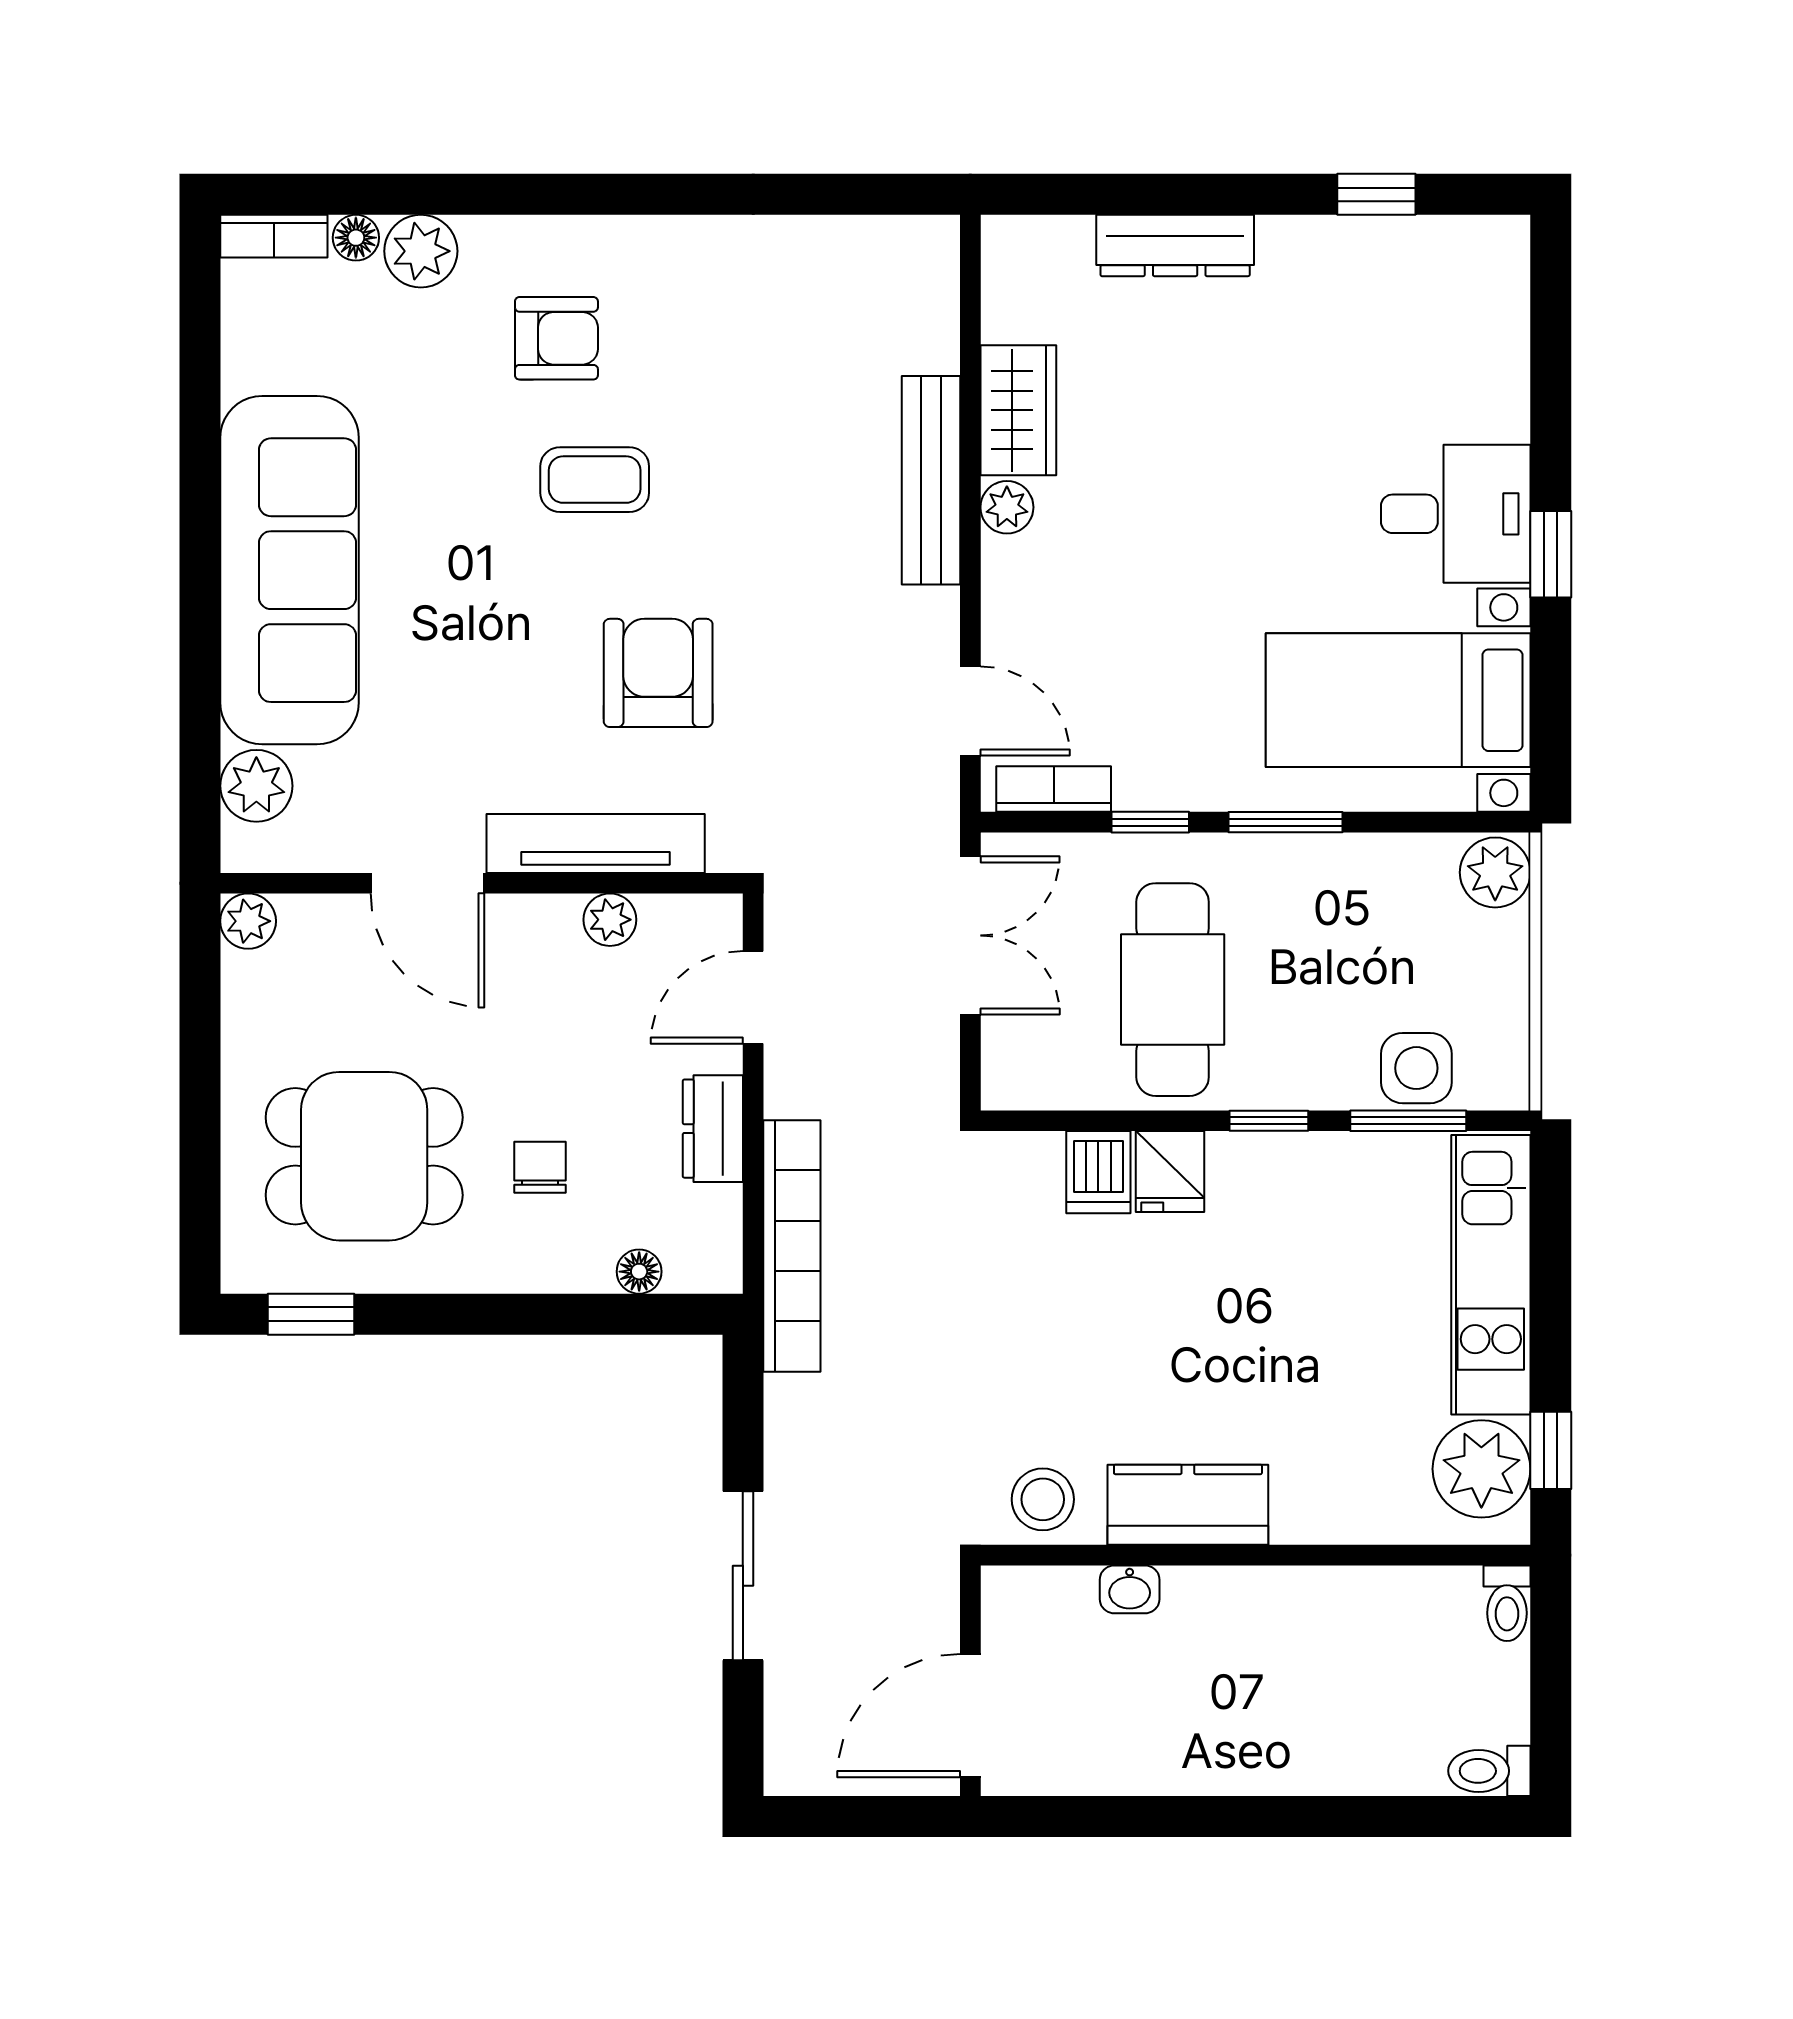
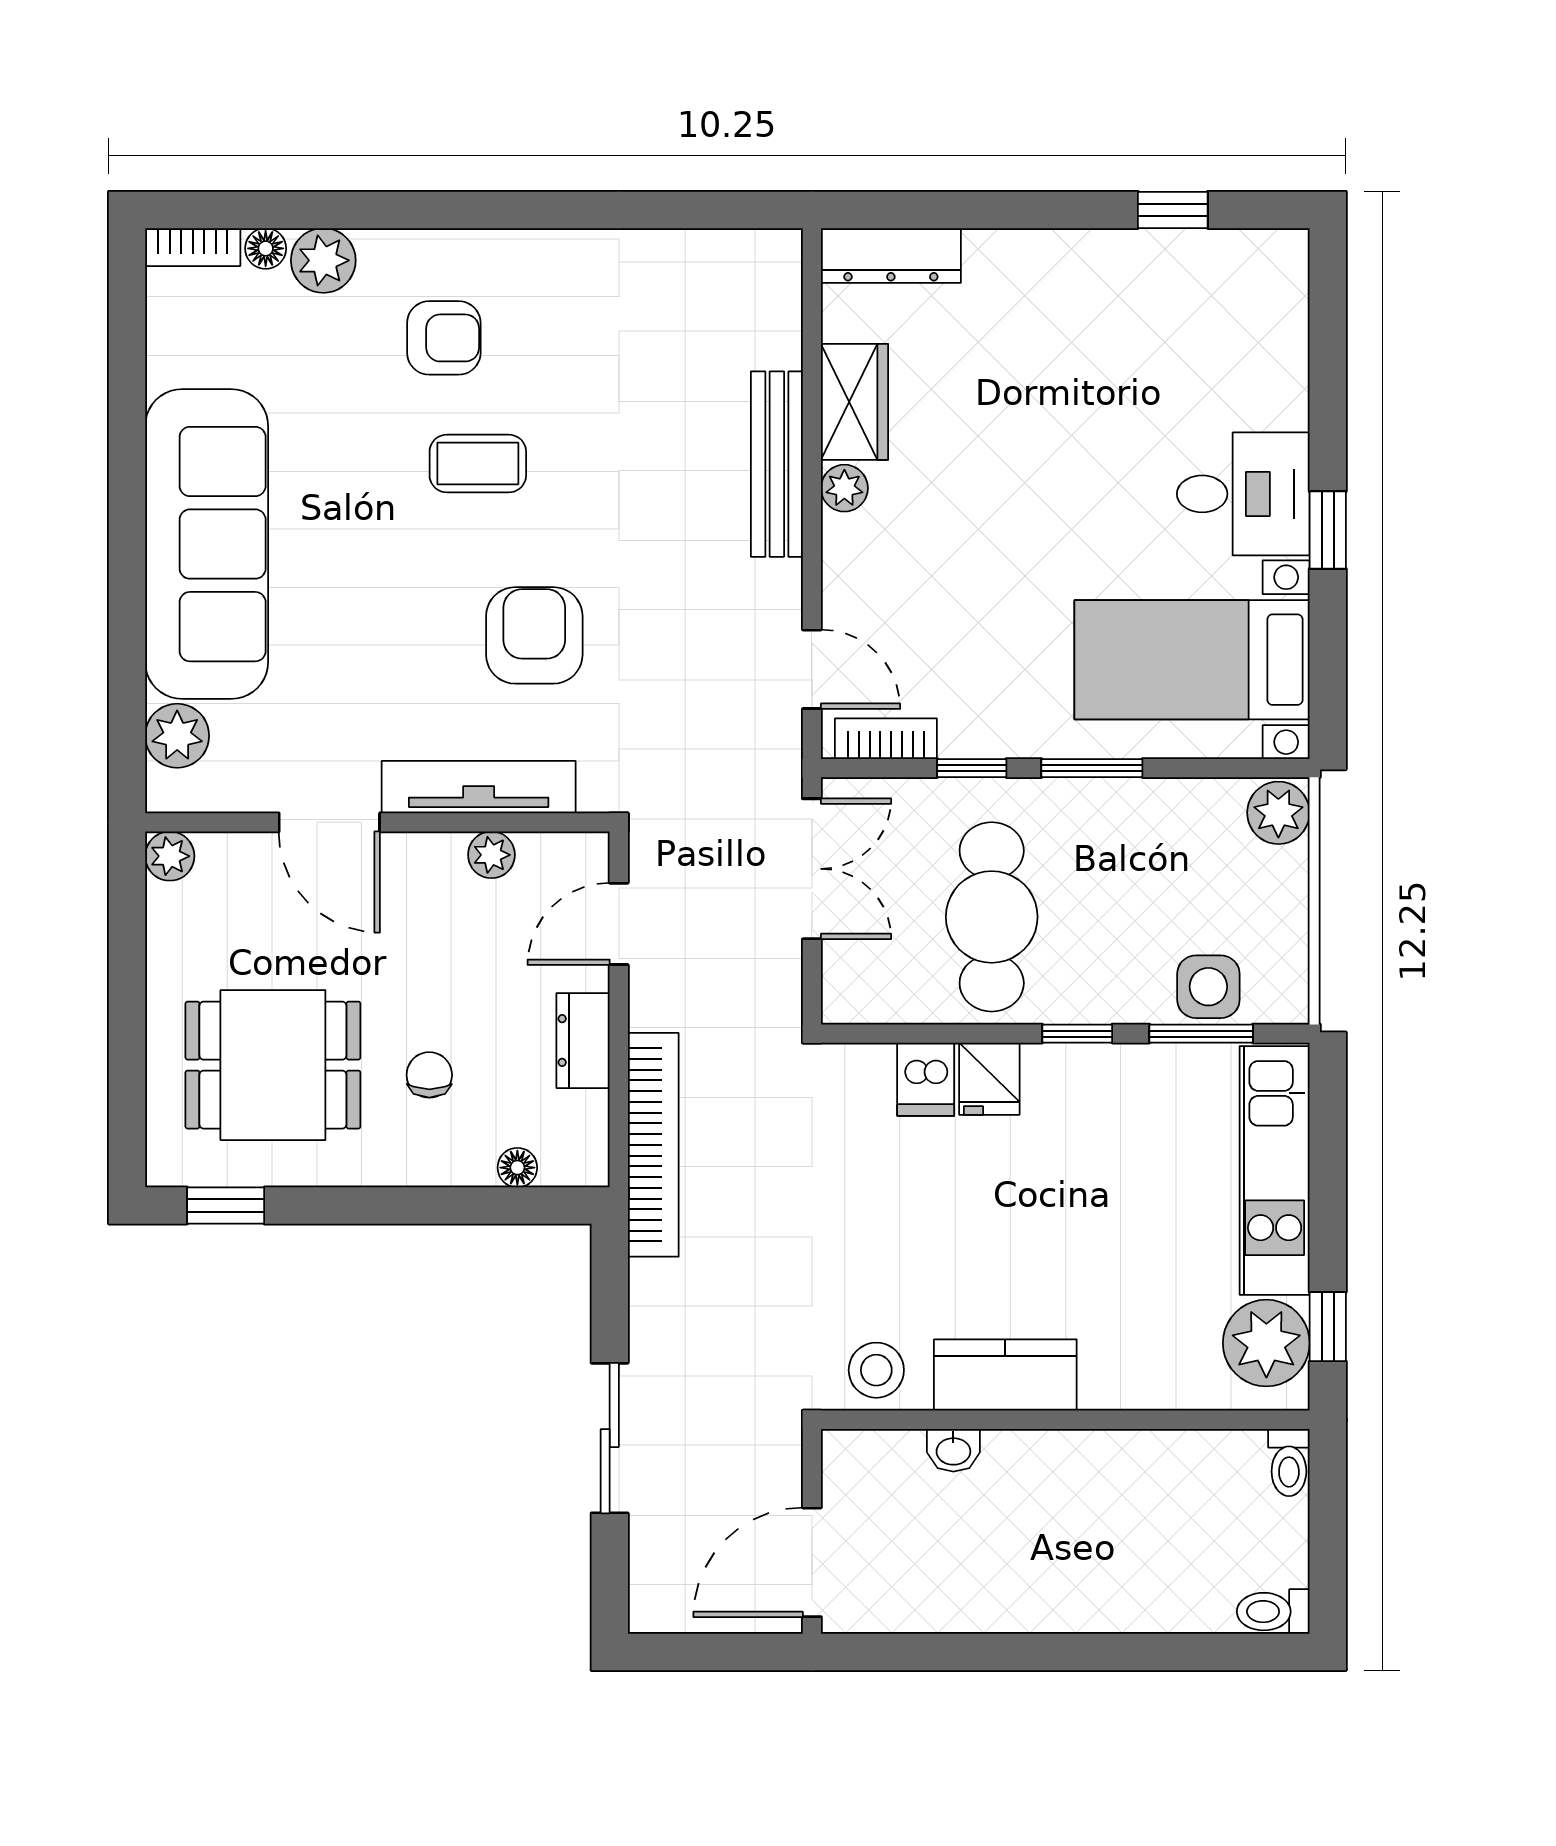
dresser: (1175, 245) -> (891, 255), moved

